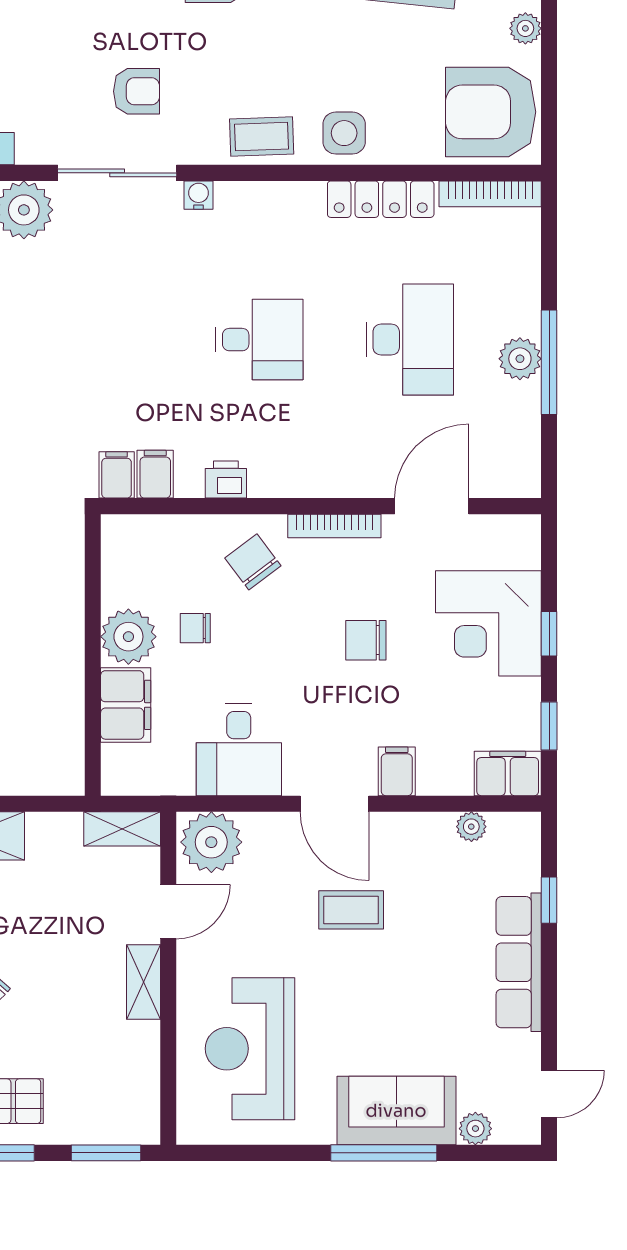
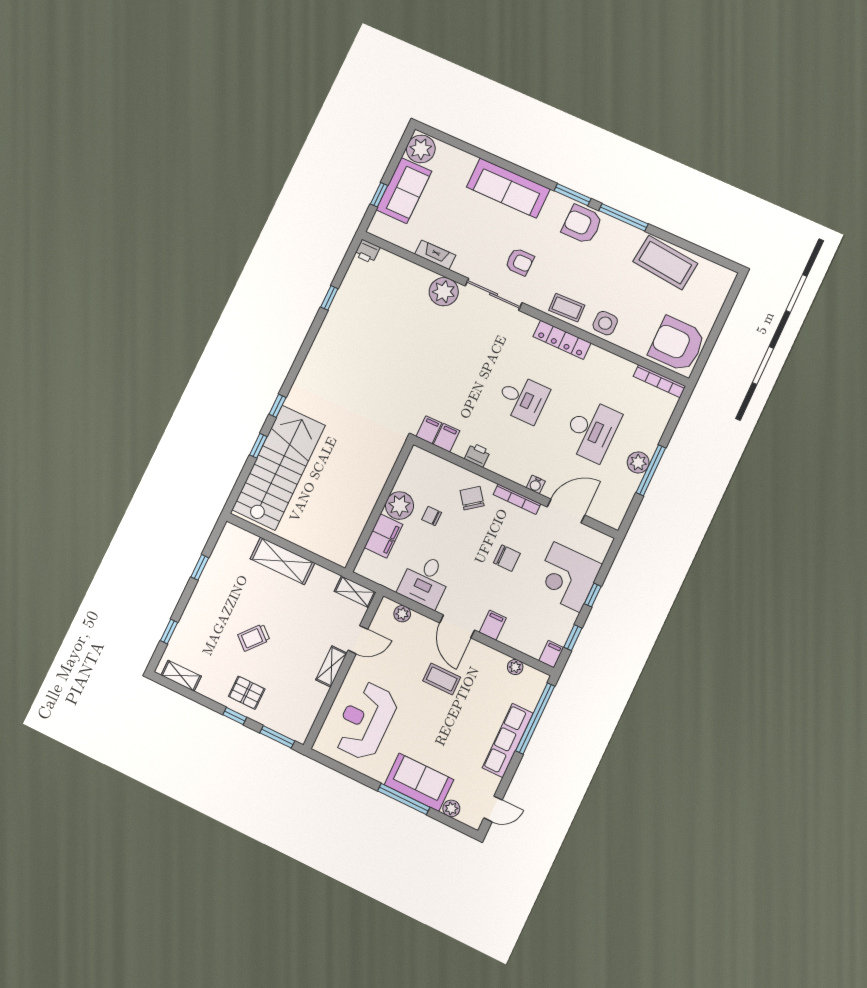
plant: (525, 28) -> (711, 314), removed
water cooler: (199, 195) -> (536, 484), moved, turned 180
locker: (381, 199) -> (562, 340), moved
chair: (366, 640) -> (507, 558), turned 180
filing cabinet: (508, 773) -> (551, 654), width x0.50
plant: (211, 842) -> (402, 614), width x0.53, depth x0.53
window: (549, 900) -> (535, 718), width x3.17

